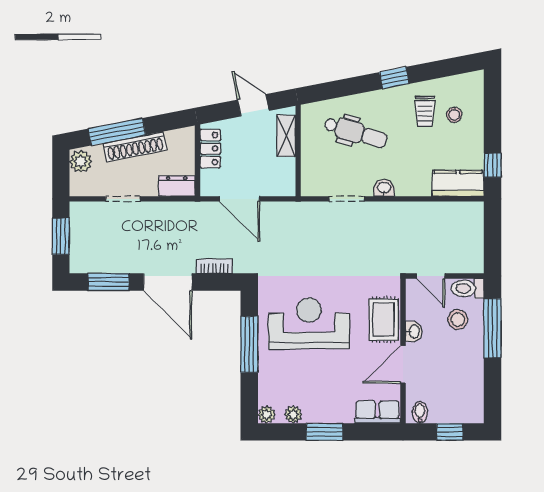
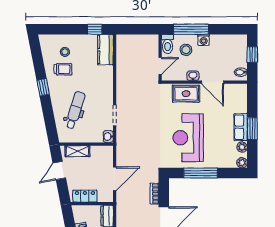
washbasin: (384, 188) -> (108, 137), moved
washing machine: (475, 349) -> (204, 40), added
row of seats: (377, 412) -> (241, 127), moved

